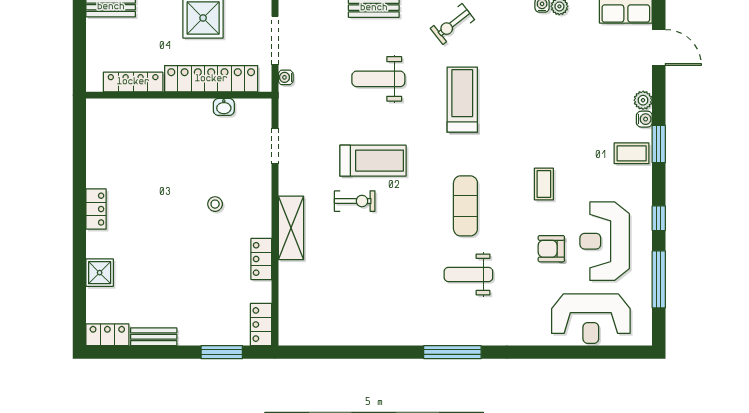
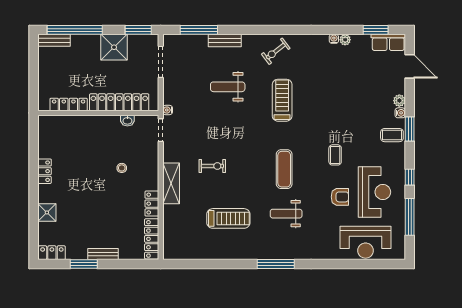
water cooler: (286, 77) -> (168, 110), moved
locker: (211, 79) -> (119, 102), moved
locker: (133, 82) -> (69, 104), moved
wall: (179, 95) -> (98, 113), moved
washbasin: (224, 107) -> (127, 121), moved
treadmill: (373, 161) -> (228, 218), moved
reception desk: (605, 241) -> (374, 192), turned 180
armchair: (551, 249) -> (340, 197), turned 180
locker: (261, 325) -> (152, 239), width x1.53
bench: (154, 337) -> (103, 254), moved
window: (222, 352) -> (84, 264), moved

